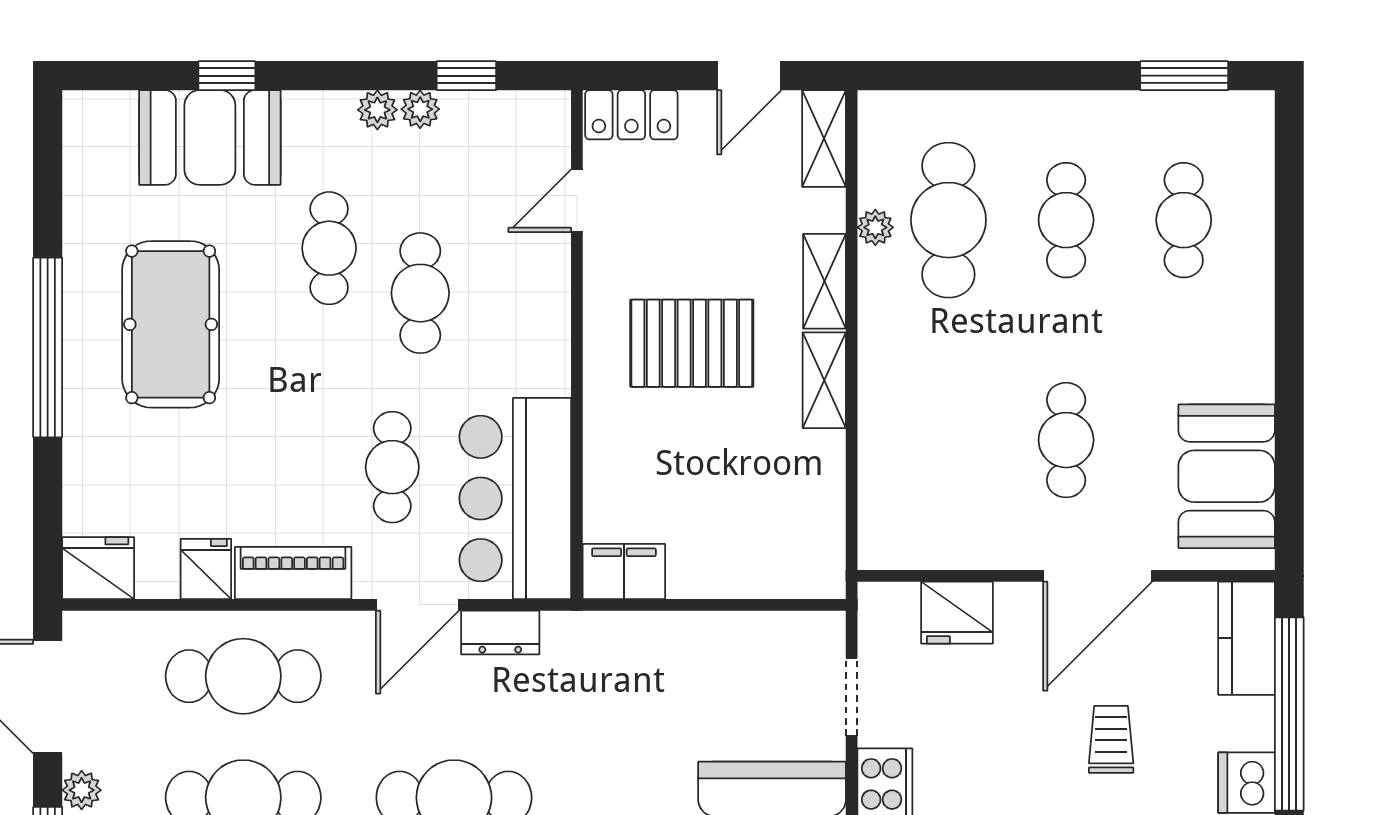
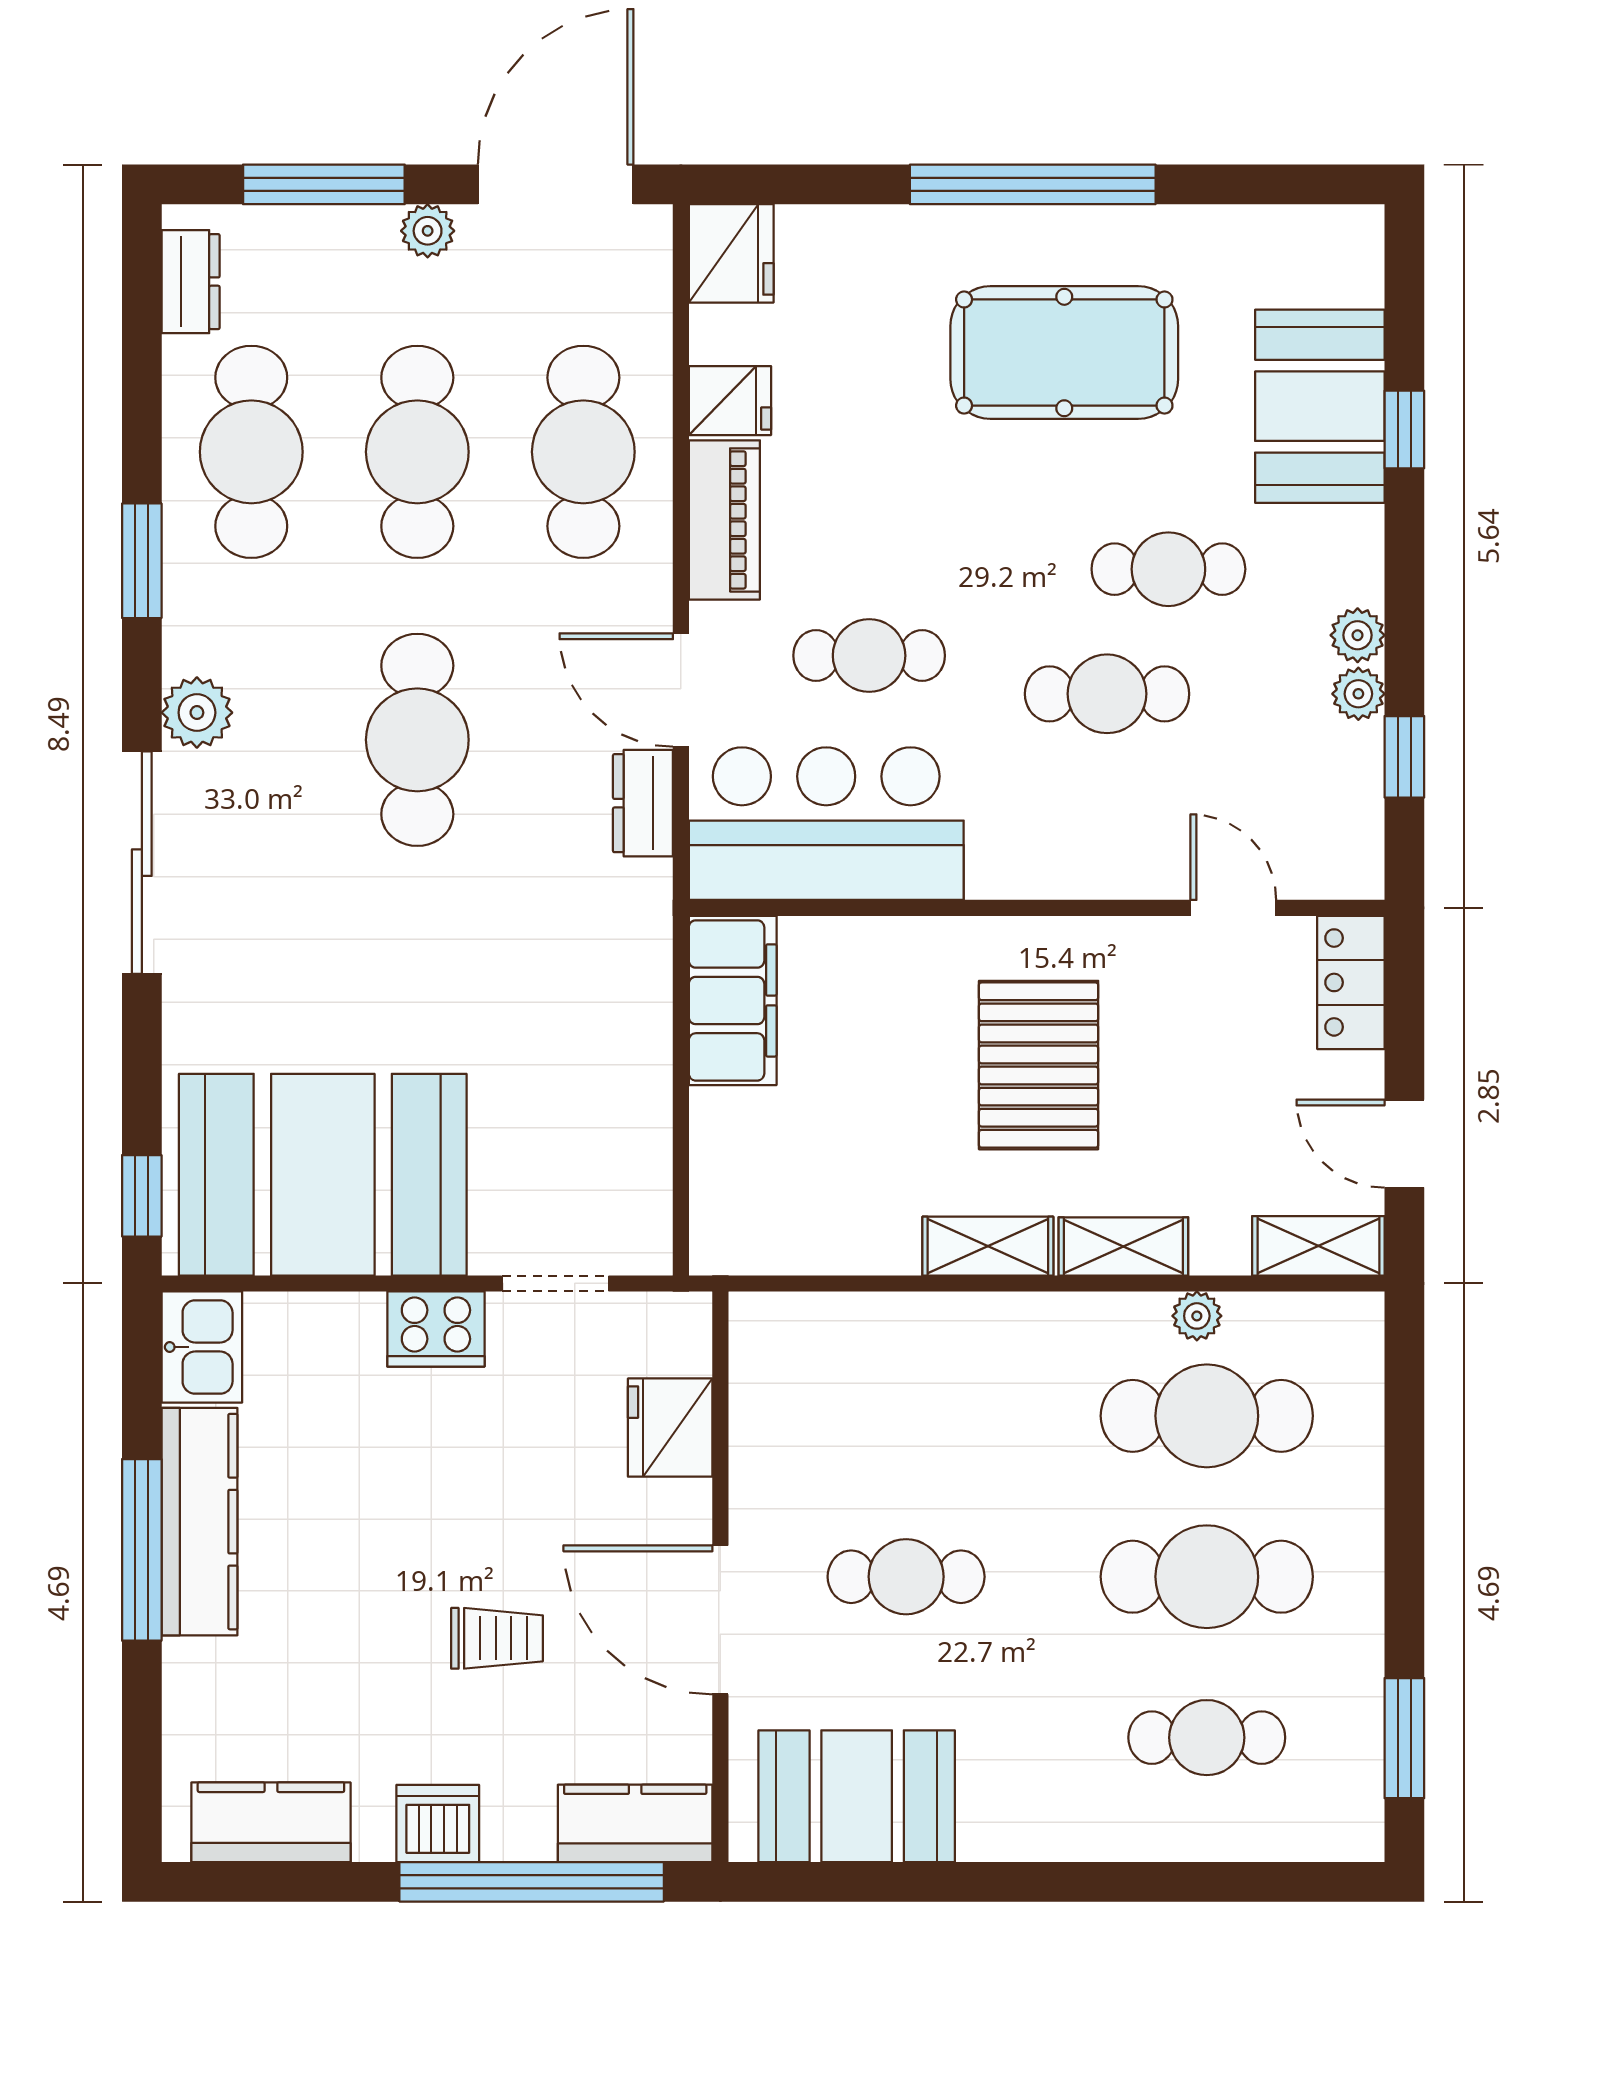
cafe table: (1066, 220) -> (1207, 1577), width x1.37, depth x1.35
filing cabinet: (624, 572) -> (733, 1000), width x1.50, depth x1.17

